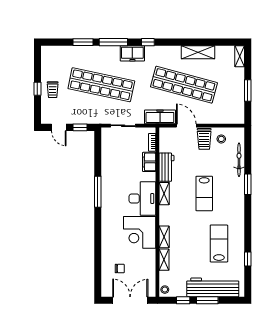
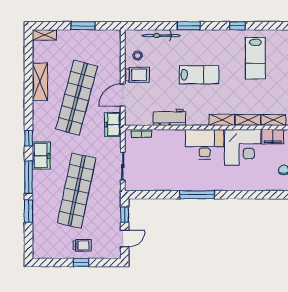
freezer: (160, 117) -> (113, 125), width x0.71
filing cabinet: (149, 162) -> (273, 137), moved
shelving: (164, 194) -> (222, 120), moved
lab bench: (219, 243) -> (255, 58), turned -90
window: (248, 259) -> (238, 26), moved

